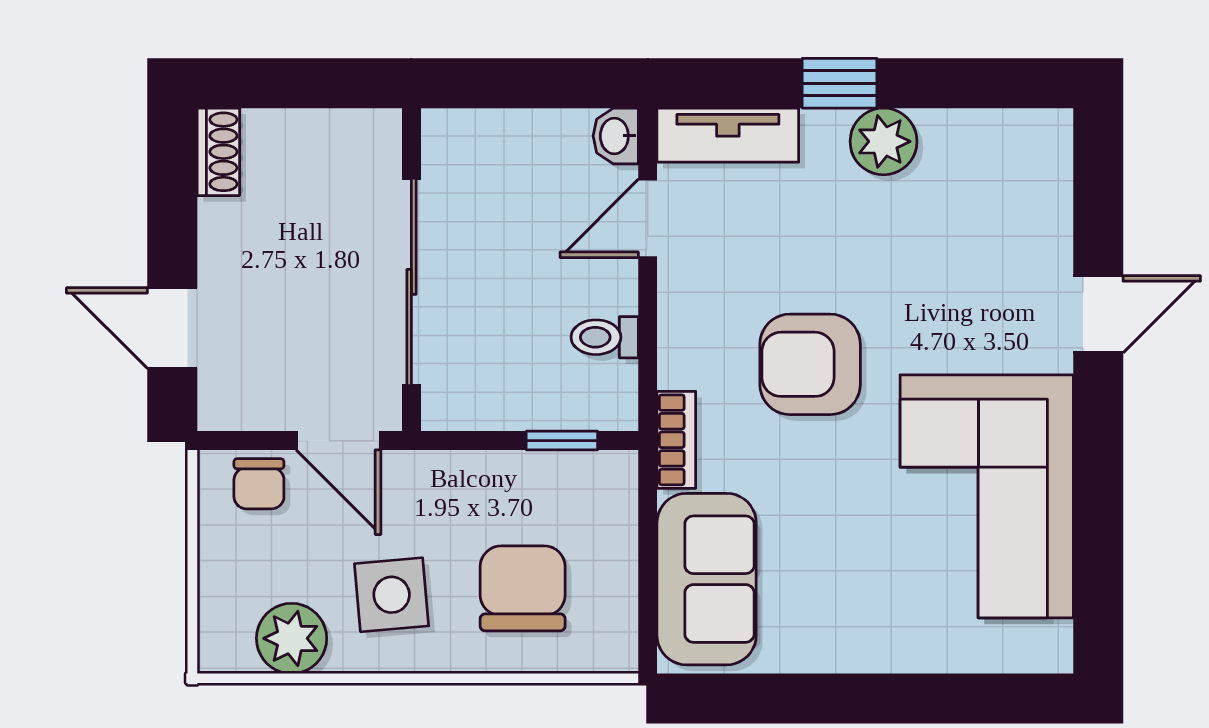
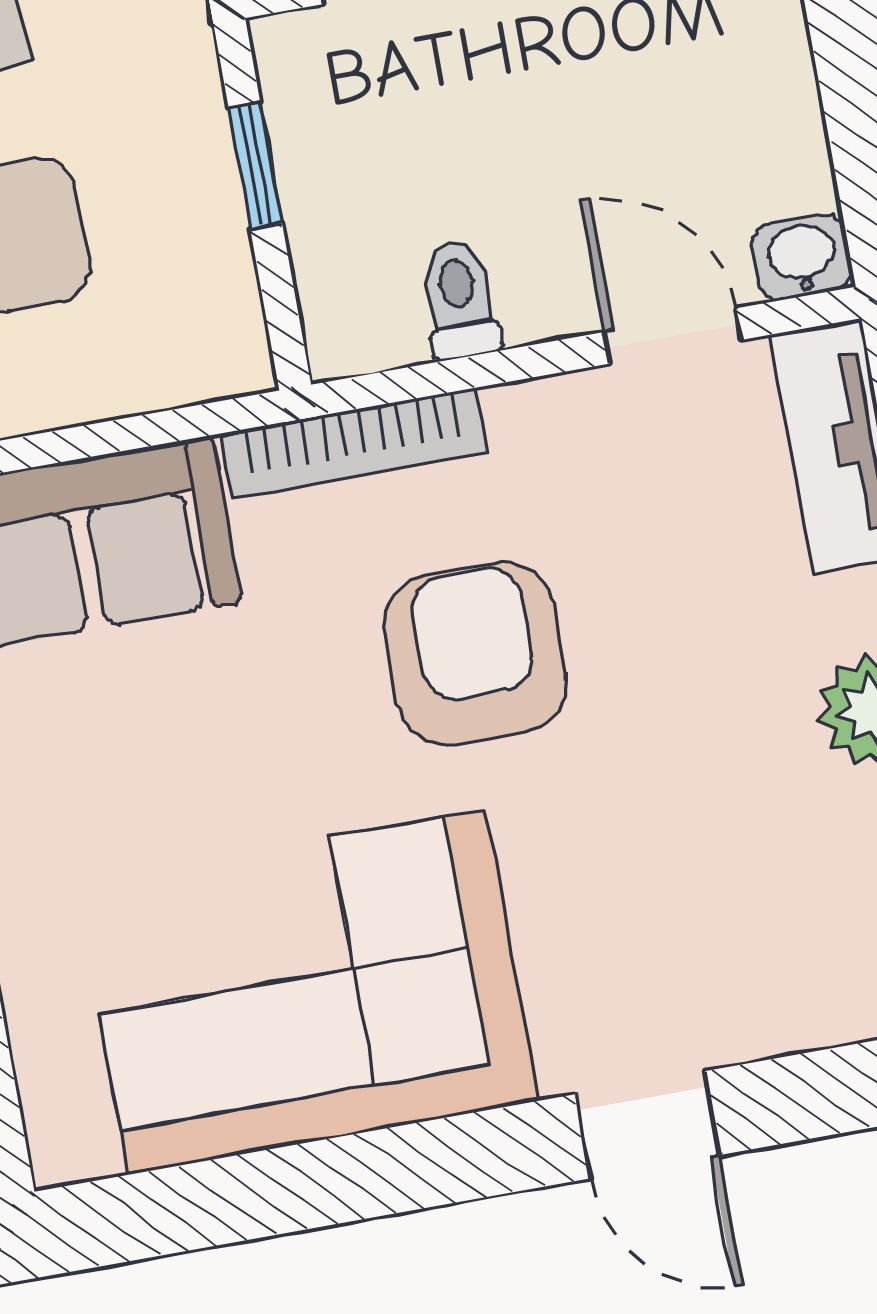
bookcase: (676, 440) -> (354, 443), width x1.56
window: (562, 441) -> (255, 166), moved

